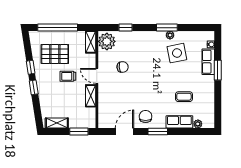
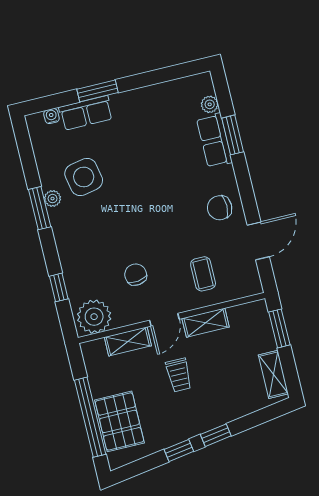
shelving: (91, 42) -> (128, 341), moved
pallet: (55, 54) -> (119, 421), moved
coffee table: (184, 97) -> (203, 274), moved
door: (125, 132) -> (258, 241), swing flipped
window: (158, 132) -> (233, 135), moved

